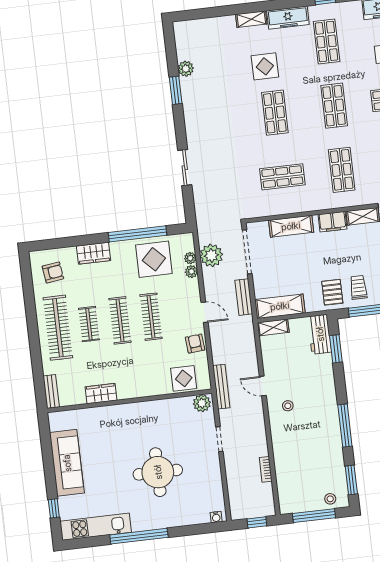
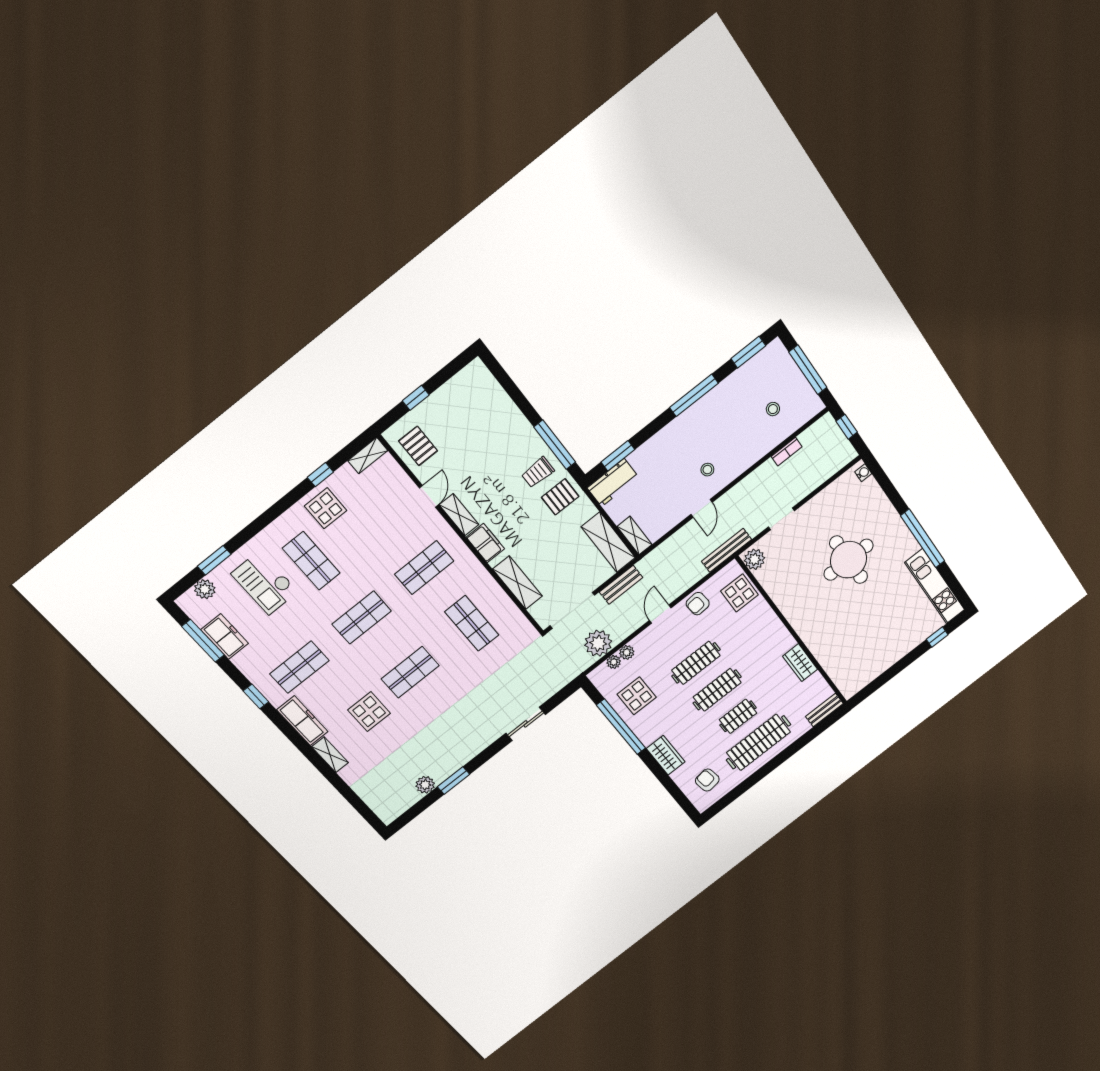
display table: (154, 259) -> (637, 696), width x0.73, depth x0.73
sofa: (67, 463) -> (886, 652), removed
stool: (330, 499) -> (773, 409), moved

